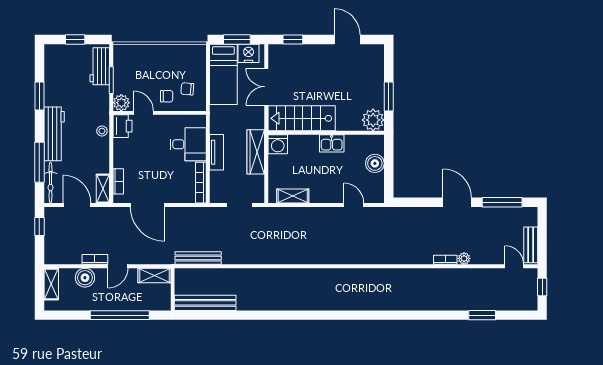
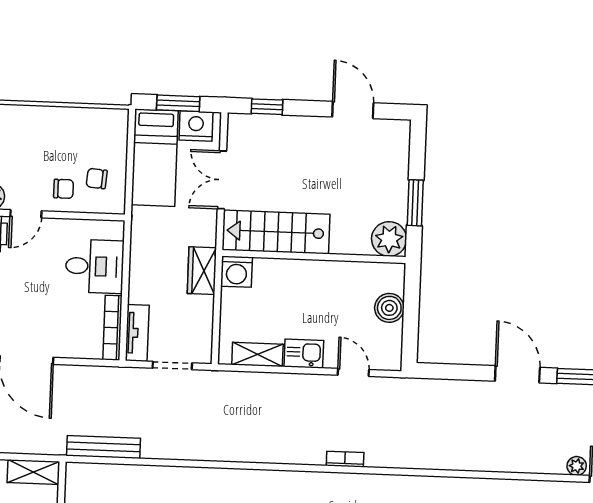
door: (143, 113) -> (26, 214), swing flipped
kitchen sink: (332, 143) -> (304, 354), moved, turned 180
tv unit: (217, 152) -> (137, 333), moved
wardrobe: (256, 152) -> (202, 271), width x0.67
plant: (464, 258) -> (577, 466), moved
bookcase: (445, 260) -> (345, 459), moved

